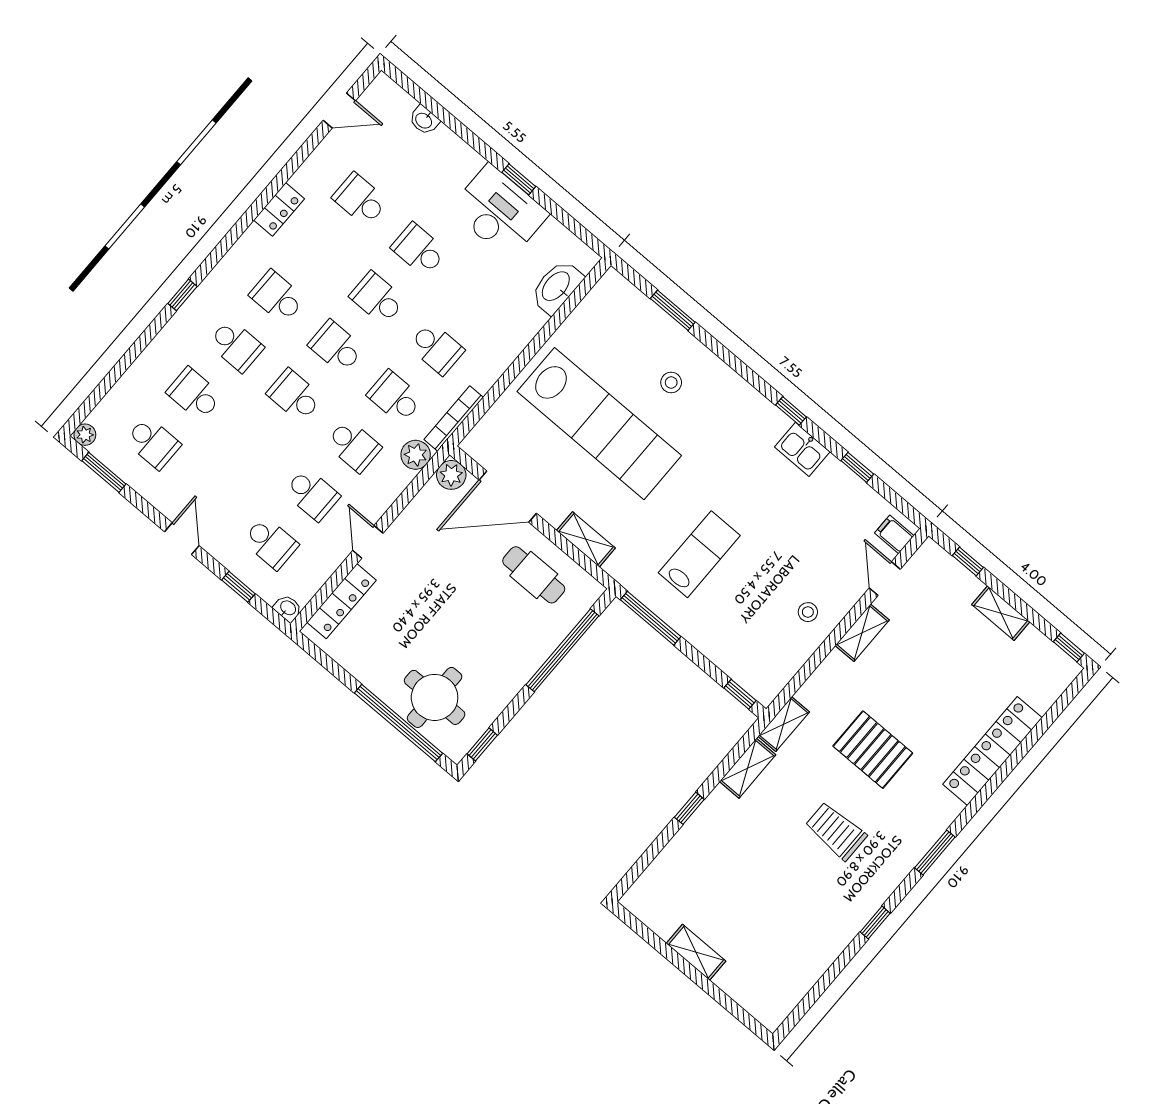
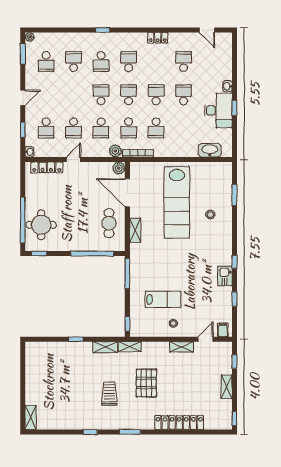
washbasin: (424, 120) -> (227, 86), moved
school desk: (395, 397) -> (129, 128), turned 180
lab bench: (699, 554) -> (163, 299), moved
shelving: (696, 952) -> (31, 417), moved

